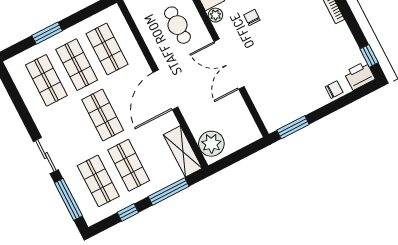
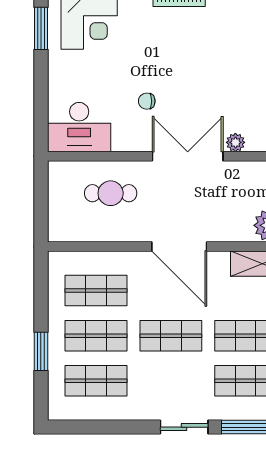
plant: (215, 15) -> (235, 142), moved
double door: (229, 64) -> (188, 156), swing flipped

